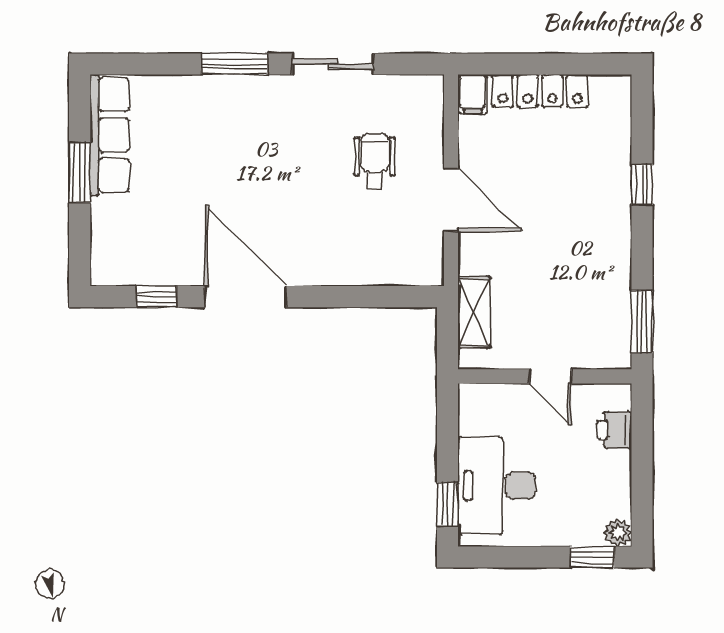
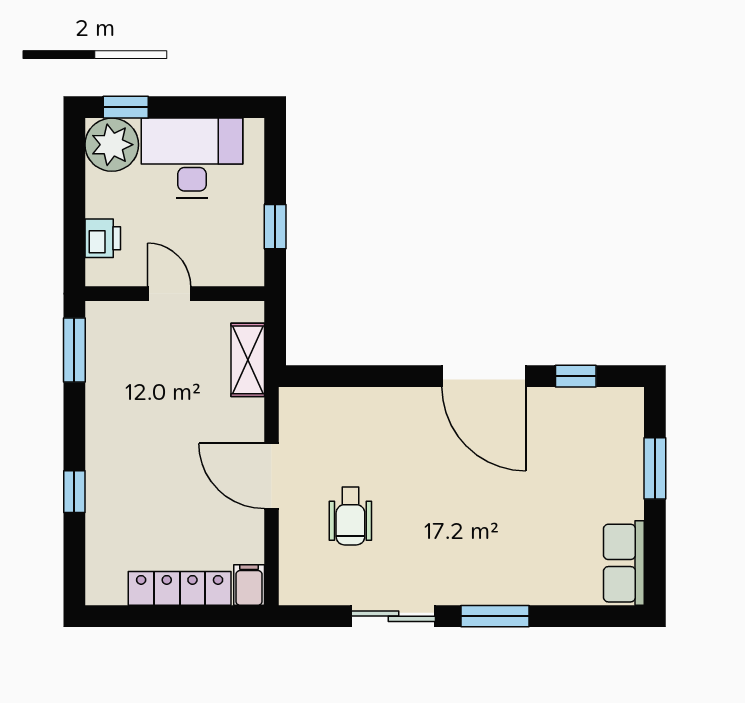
row of seats: (110, 135) -> (624, 563), width x0.68
window: (80, 172) -> (655, 468), moved
desk: (497, 486) -> (192, 158), moved, turned -90
window: (448, 504) -> (275, 227), moved
plant: (618, 533) -> (112, 145), width x1.87, depth x1.87

